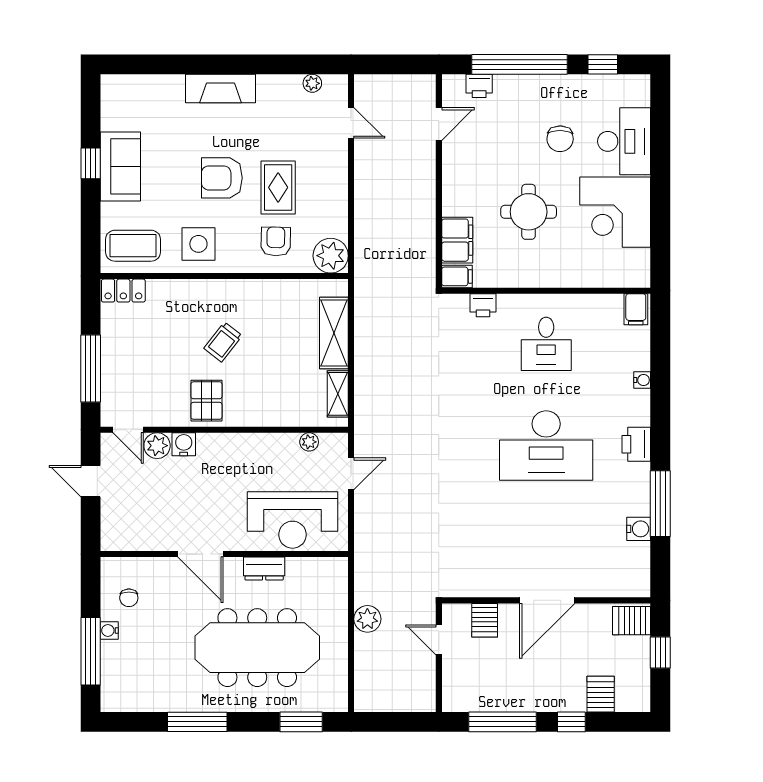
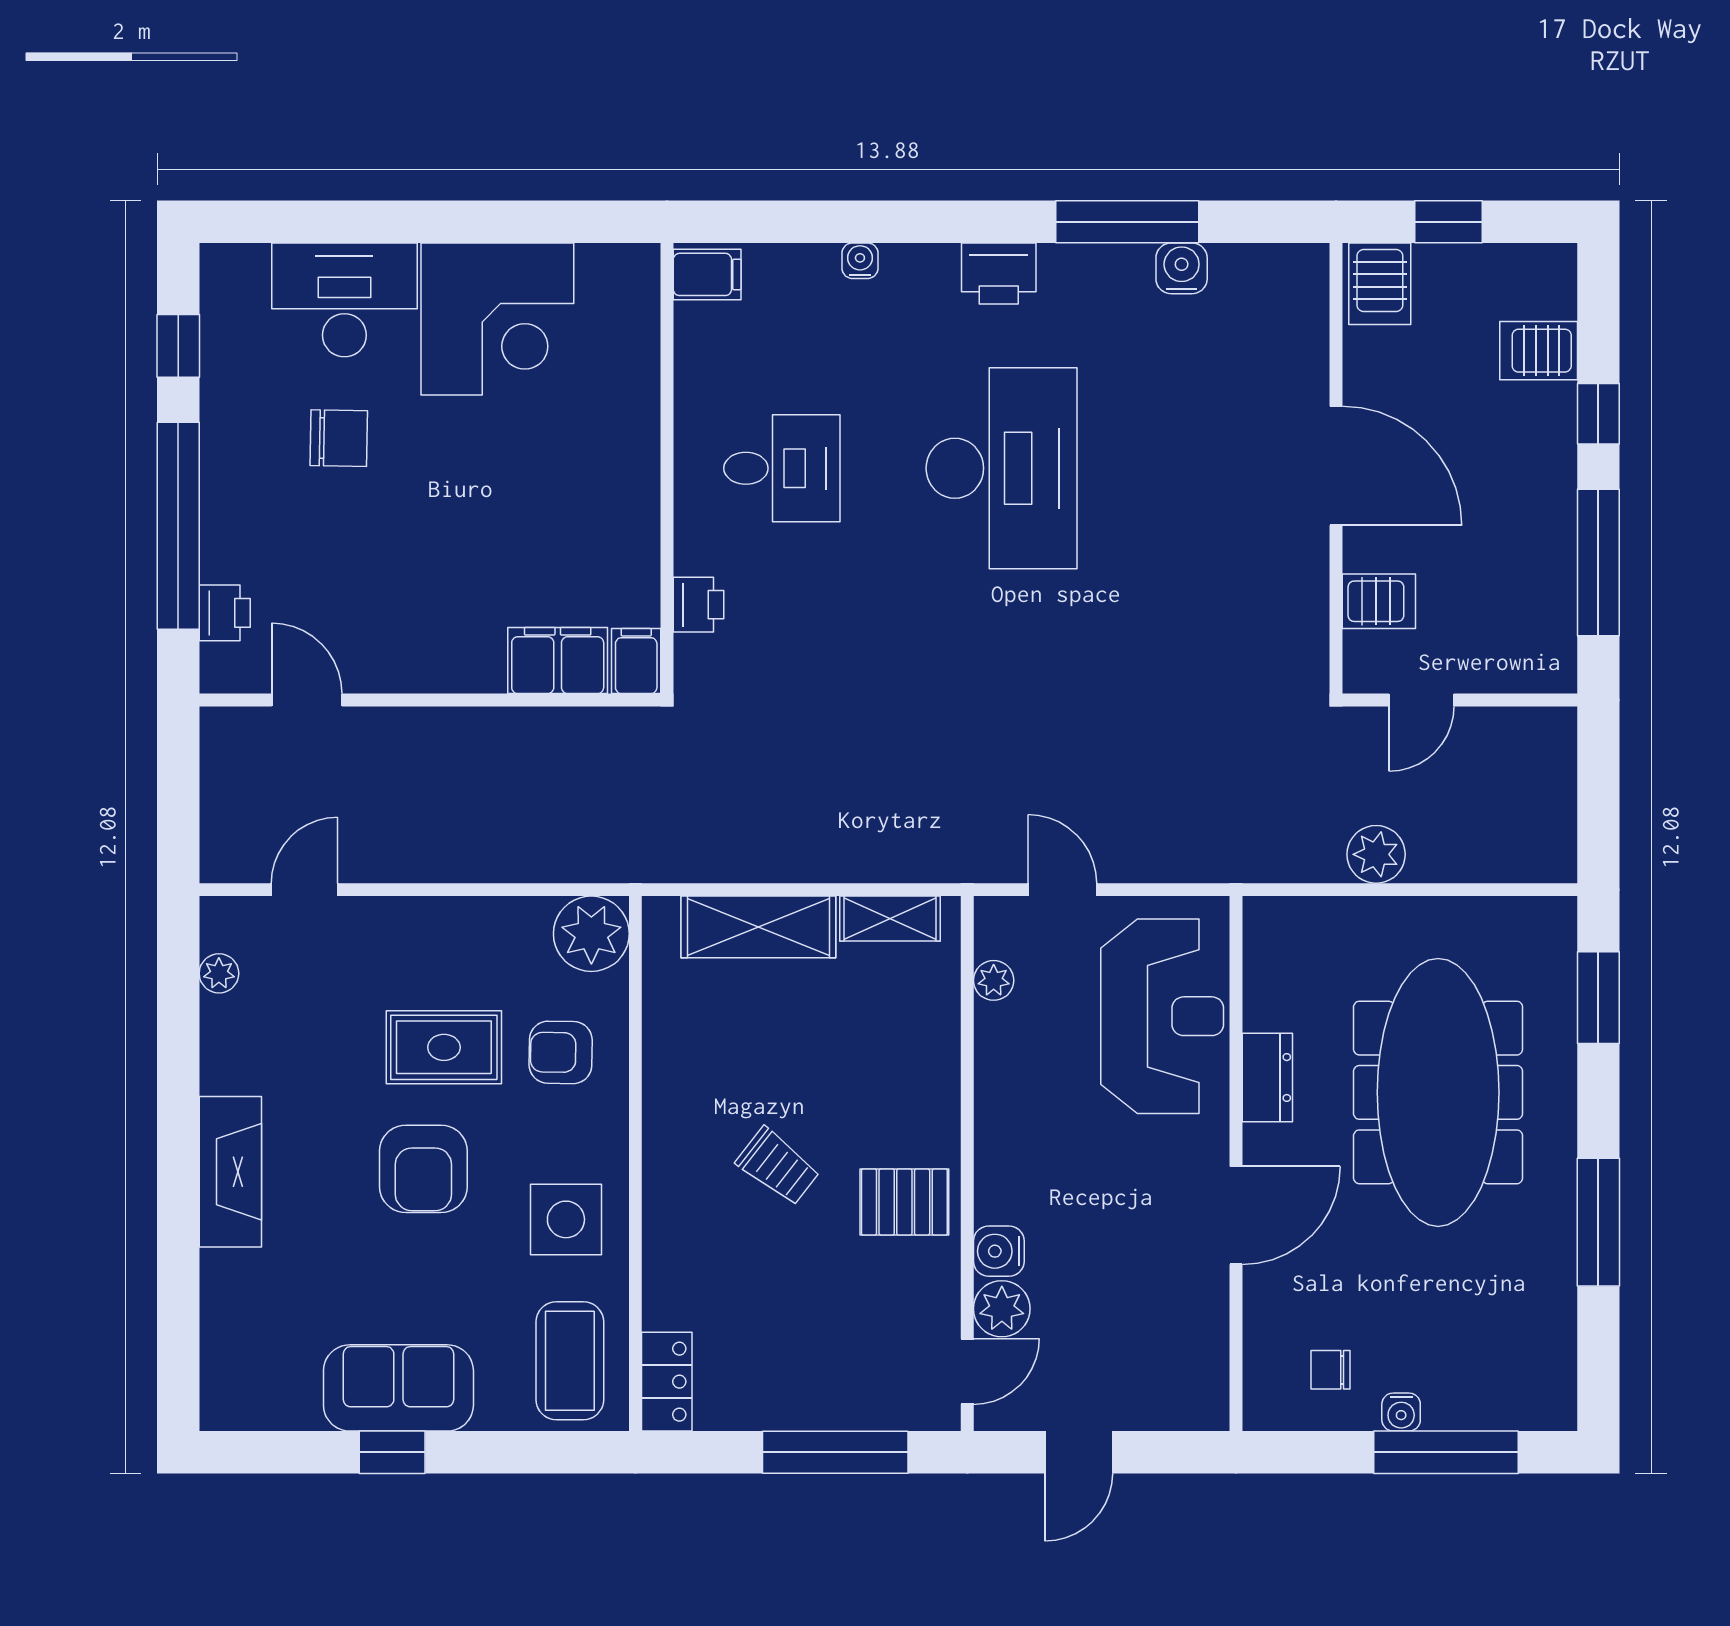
round table: (529, 212) -> (497, 506), removed
chair: (129, 598) -> (1330, 1370), turned 180

